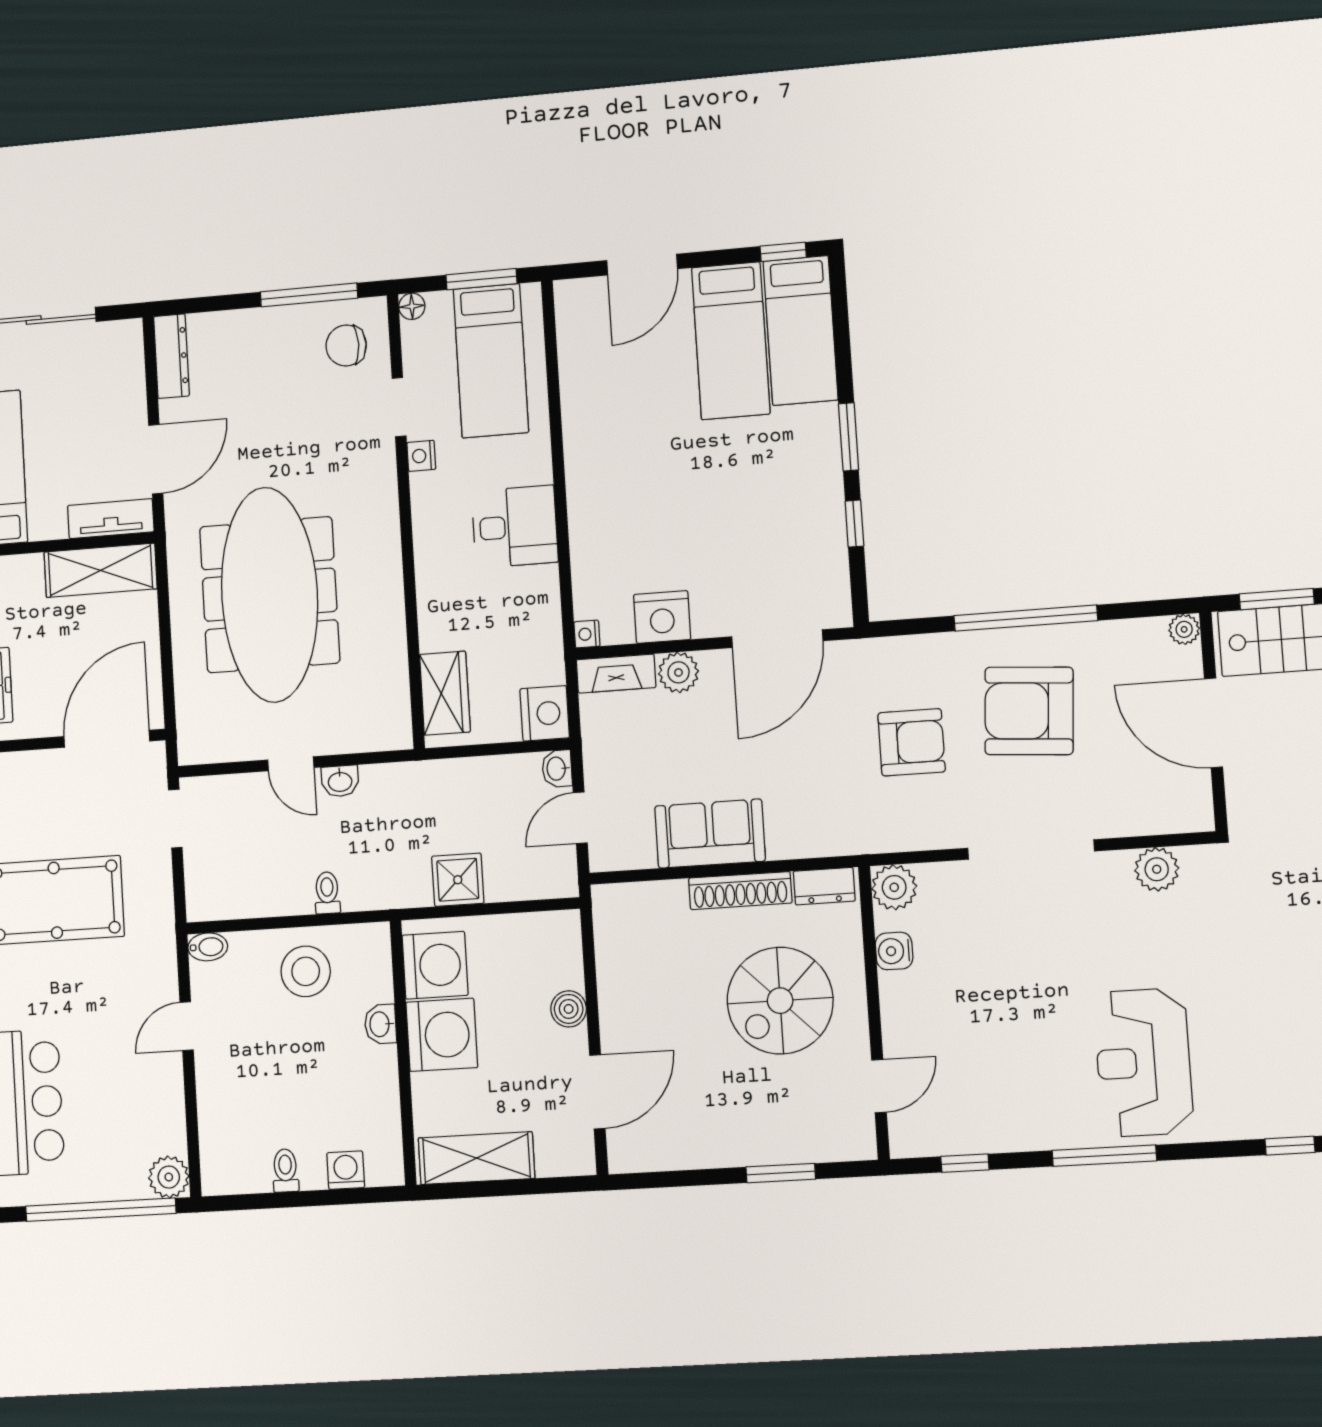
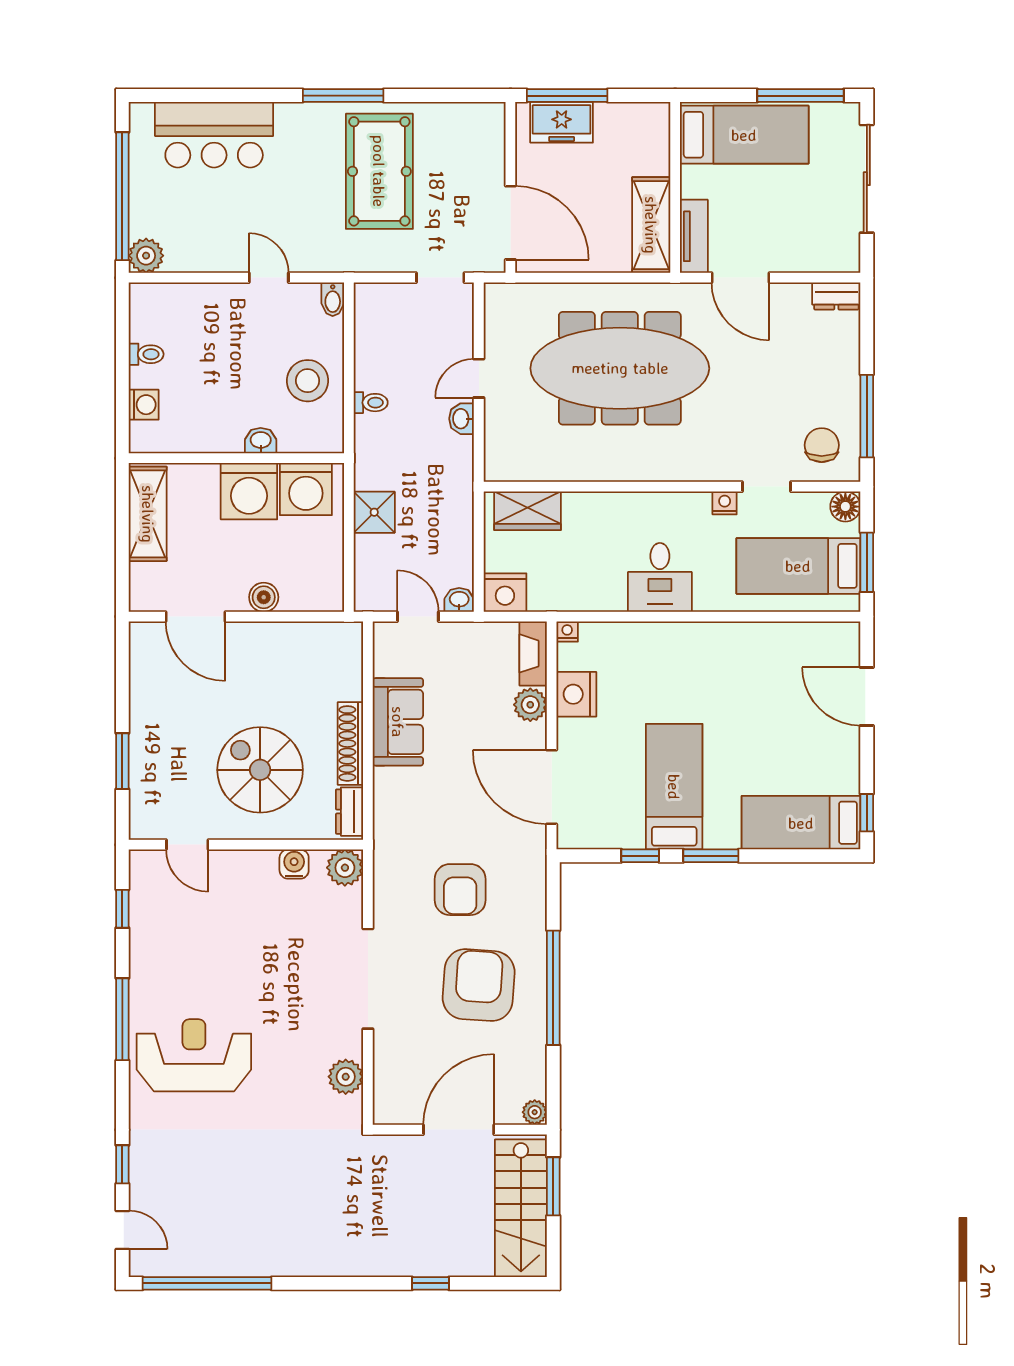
floor lamp: (412, 306) -> (845, 507), width x1.37, depth x1.37
bed: (731, 341) -> (674, 787), moved, turned 90
dresser: (171, 356) -> (836, 296), width x0.70

